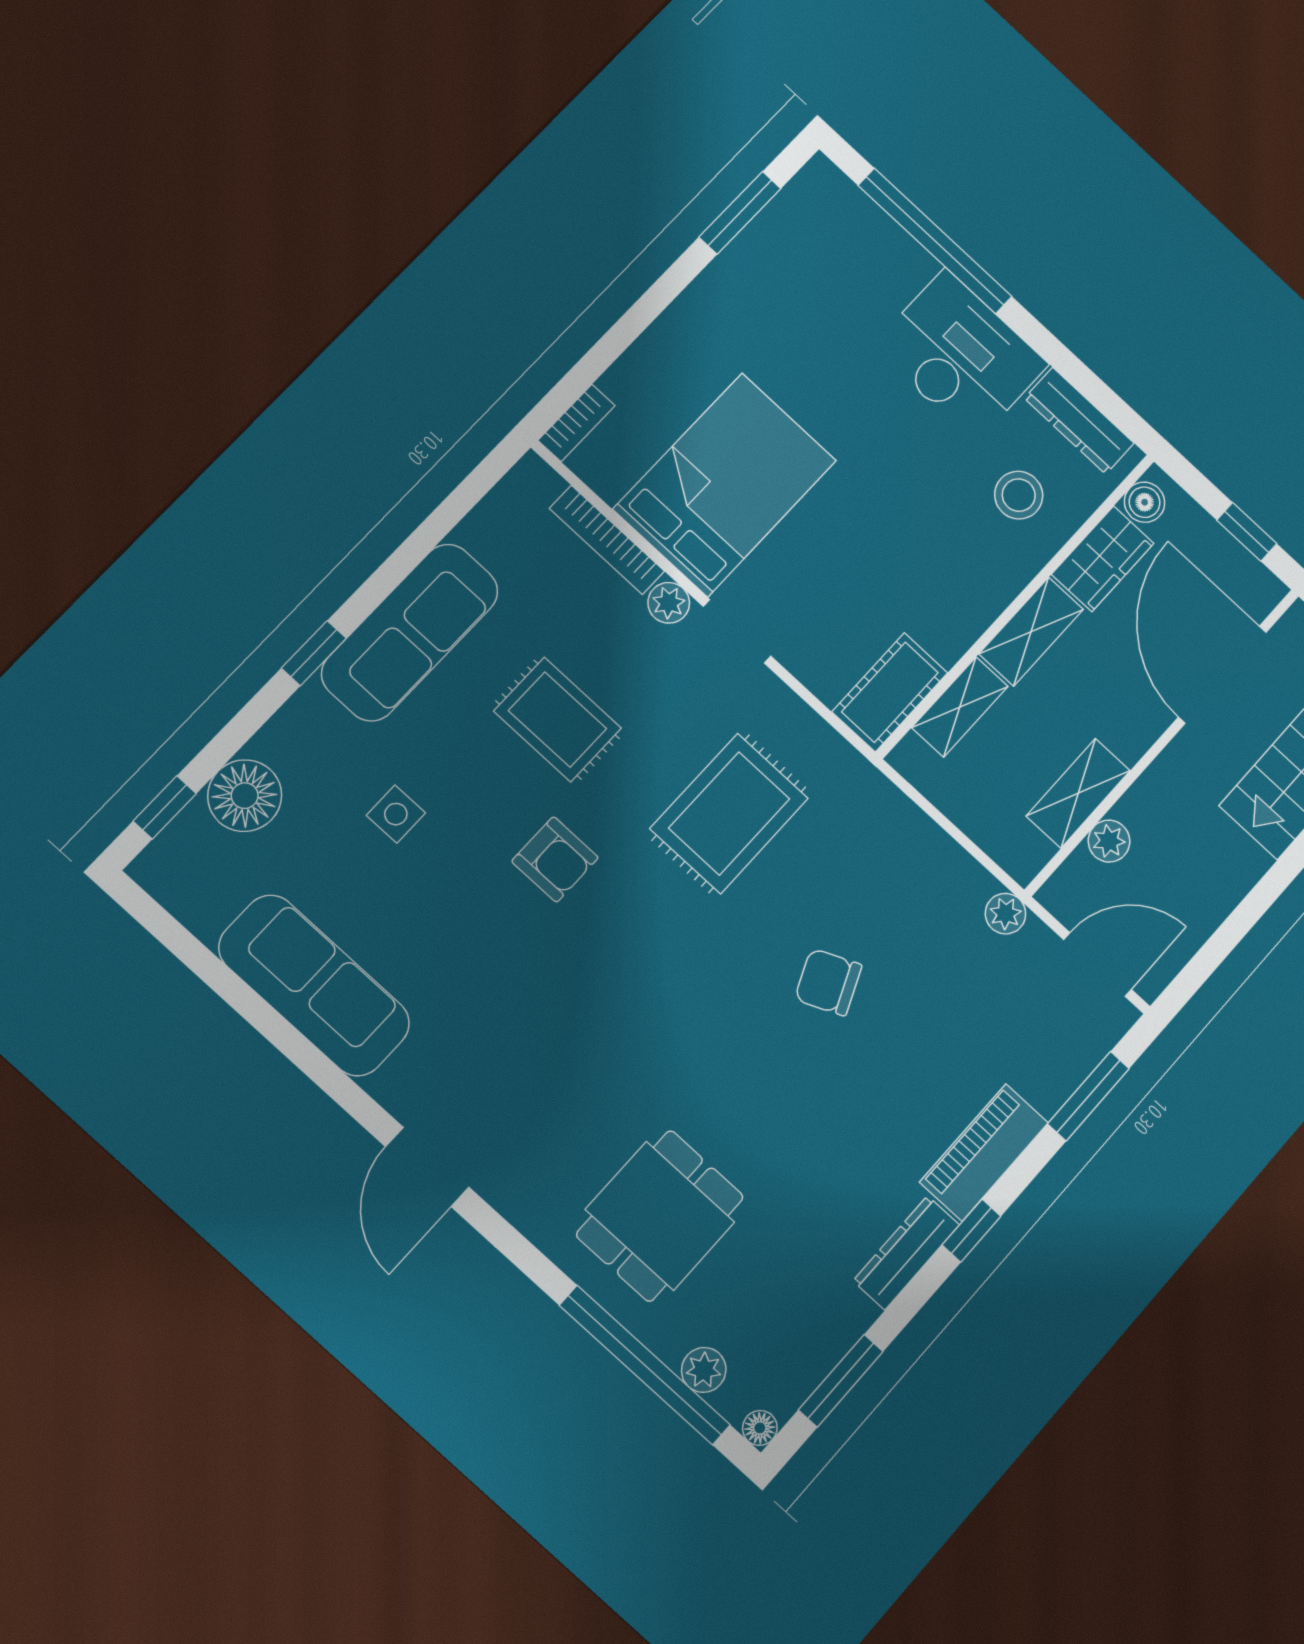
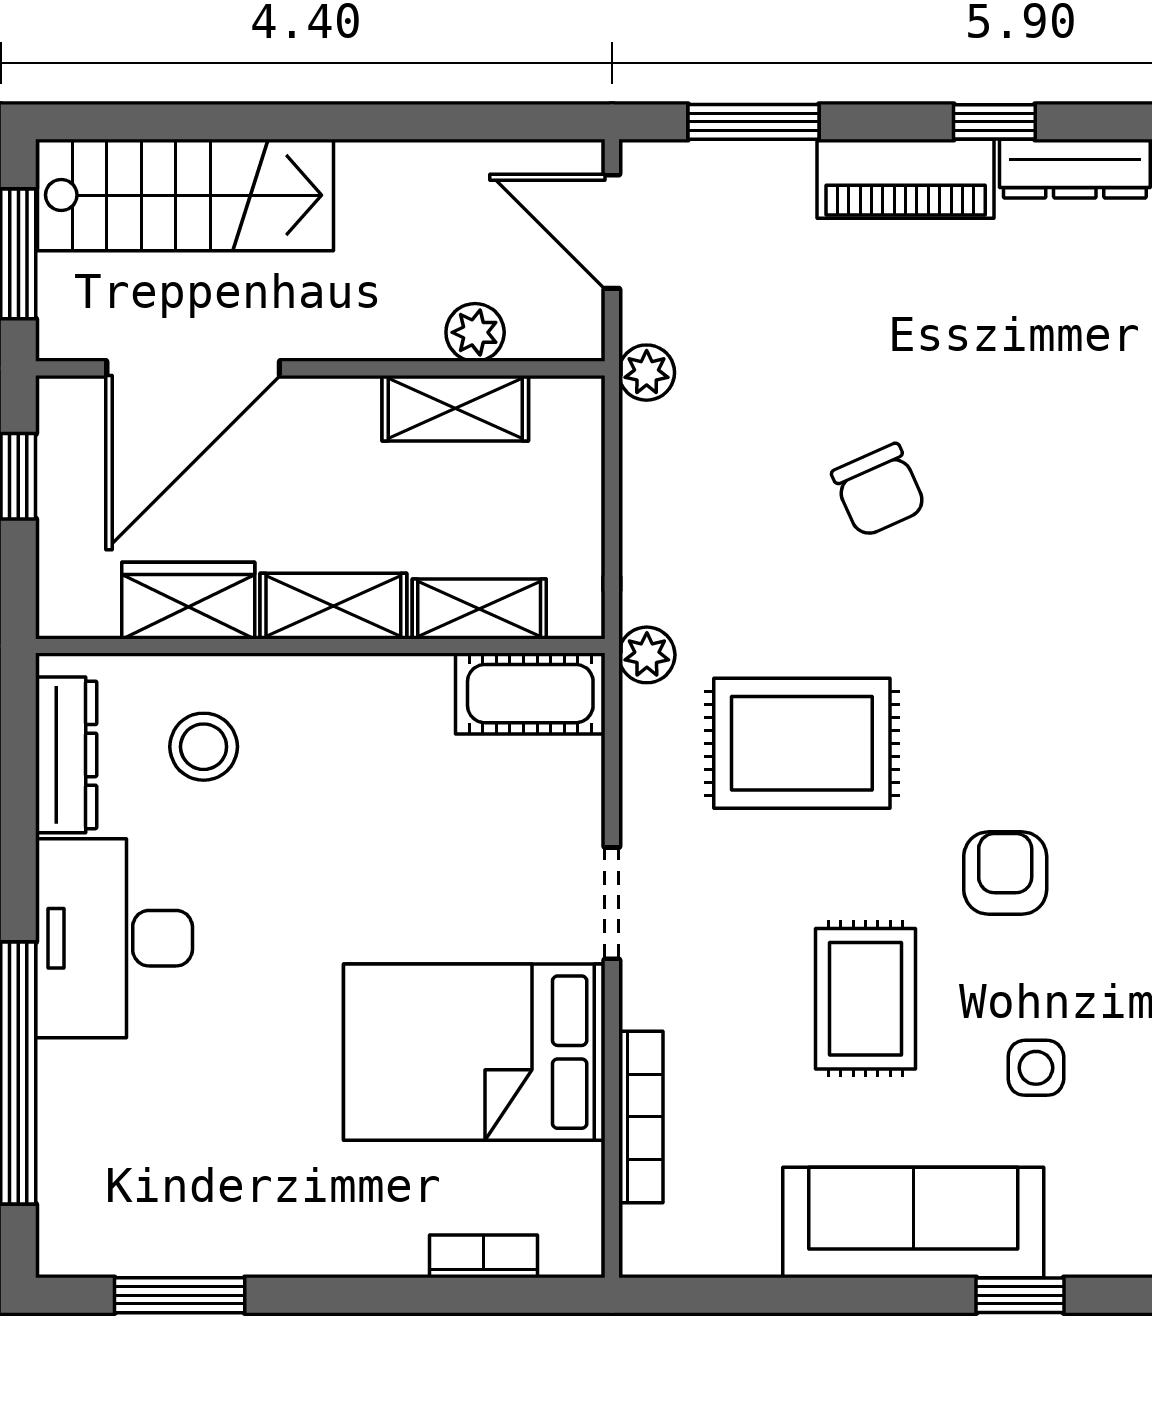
bookcase: (577, 423) -> (483, 1256), moved
boiler: (1145, 502) -> (88, 611), removed
plant: (669, 603) -> (647, 655), moved
side table: (396, 814) -> (1036, 1068), moved

